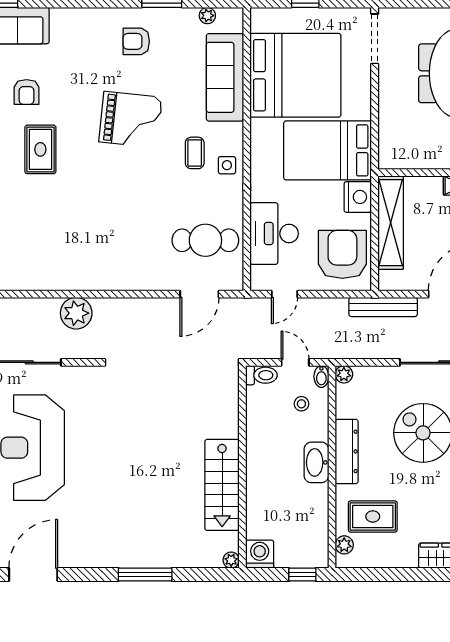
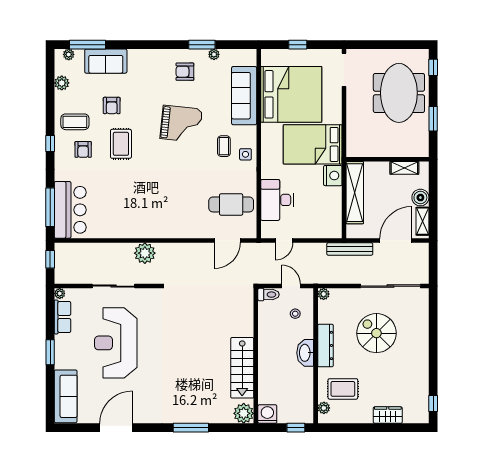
plant: (207, 16) -> (214, 54), moved
armchair: (342, 254) -> (323, 214), removed
bidet: (321, 376) -> (309, 295), removed
plant: (231, 560) -> (244, 413), width x1.87, depth x1.87

